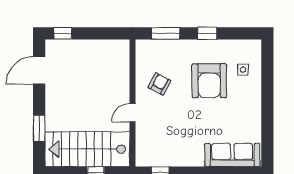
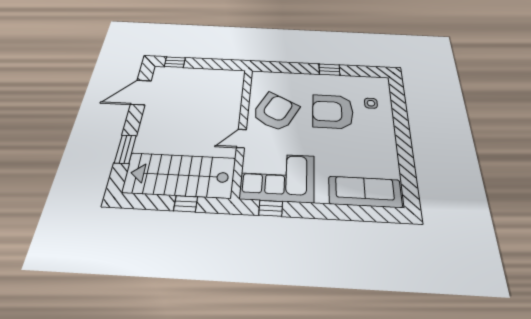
window: (166, 33) -> (285, 67), removed
armchair: (209, 81) -> (333, 111), turned 90
armchair: (159, 84) -> (275, 112), width x1.88, depth x1.88
corner sofa: (164, 146) -> (277, 177), added

